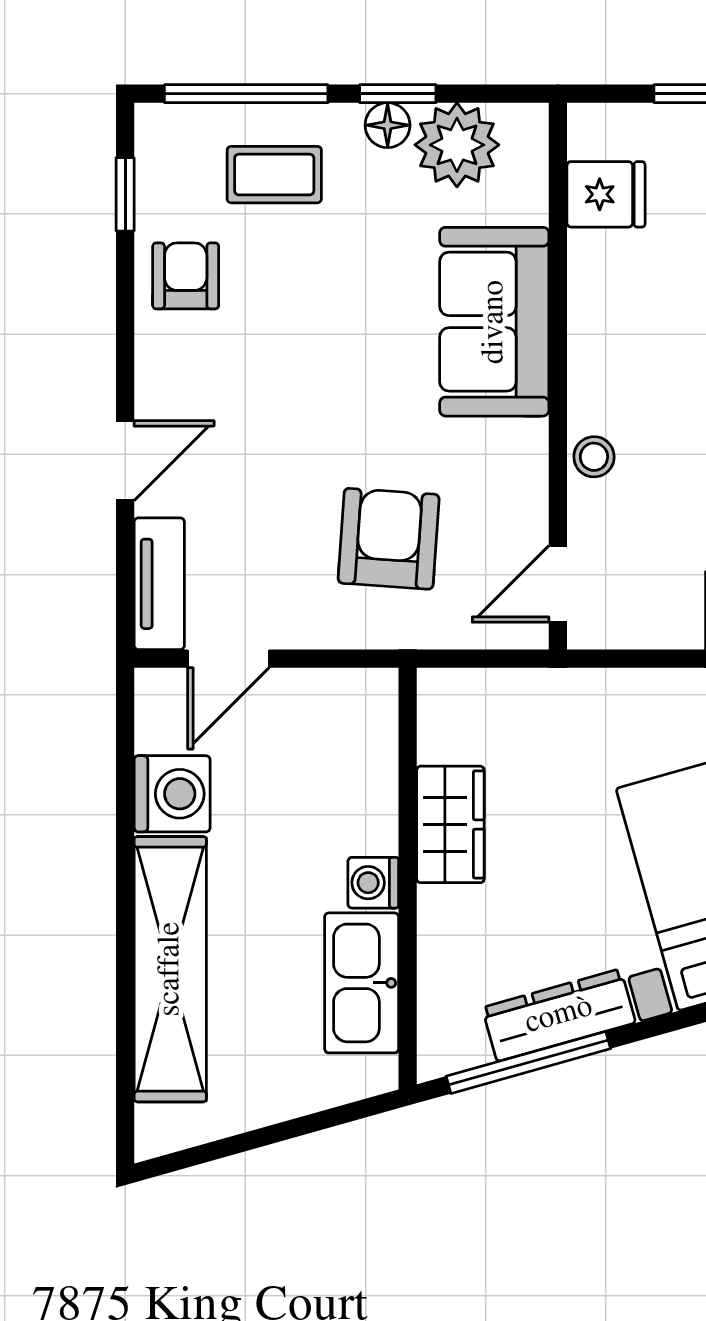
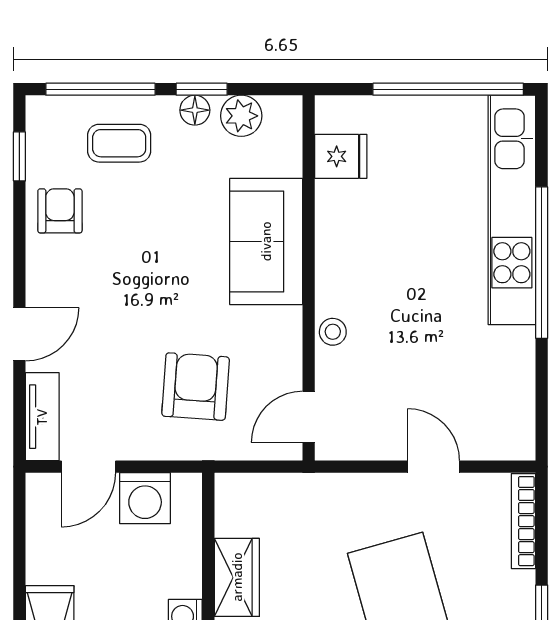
plant: (457, 145) -> (241, 116), width x0.73, depth x0.73
washing machine: (172, 794) -> (145, 498), moved, turned 90

